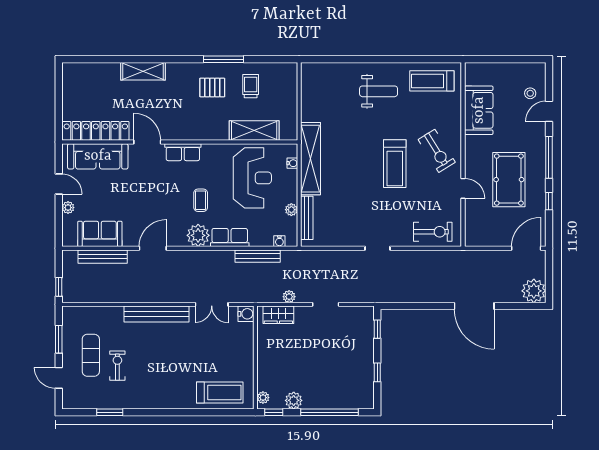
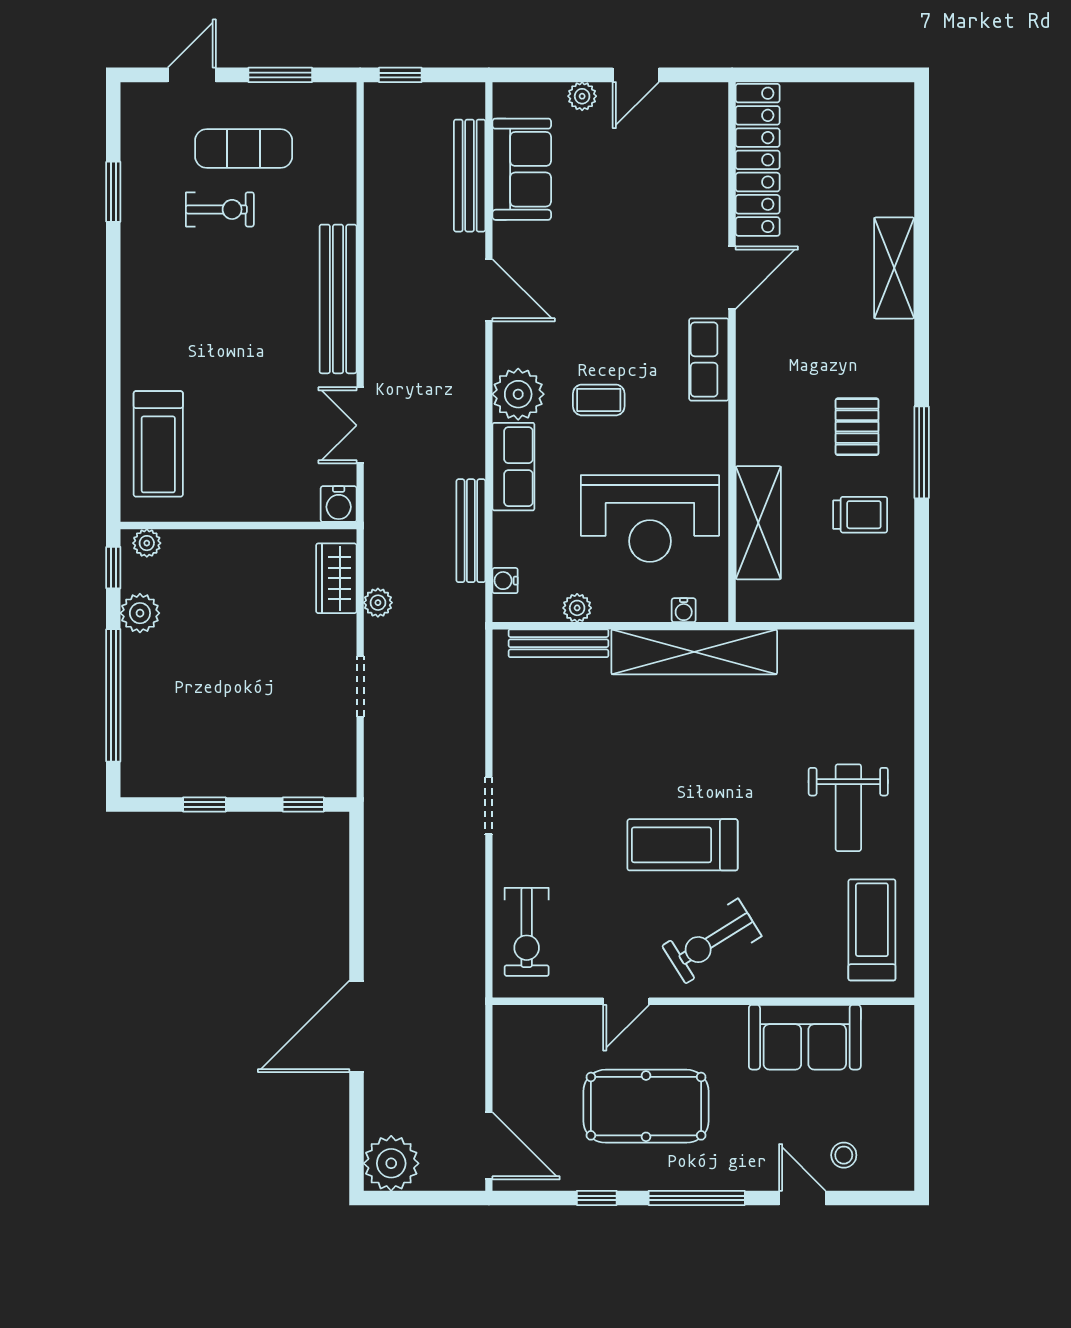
sofa: (98, 156) -> (699, 164), removed

